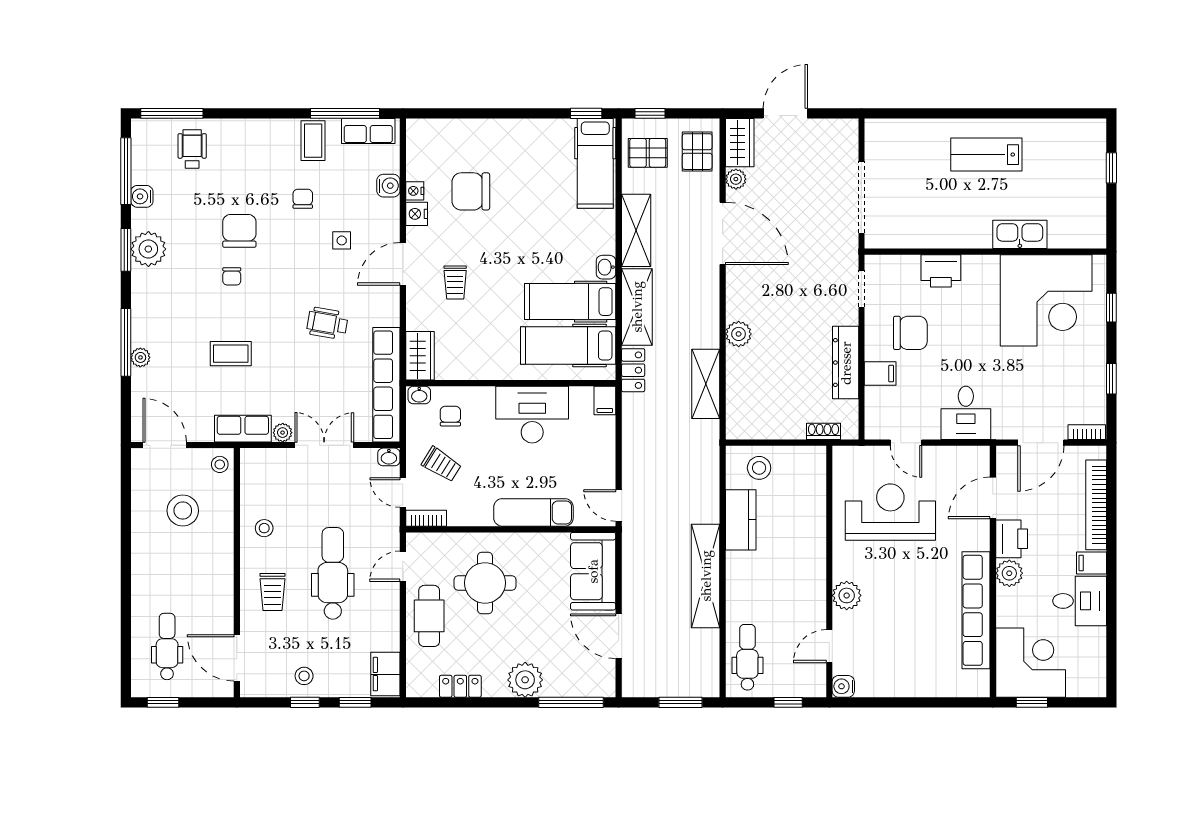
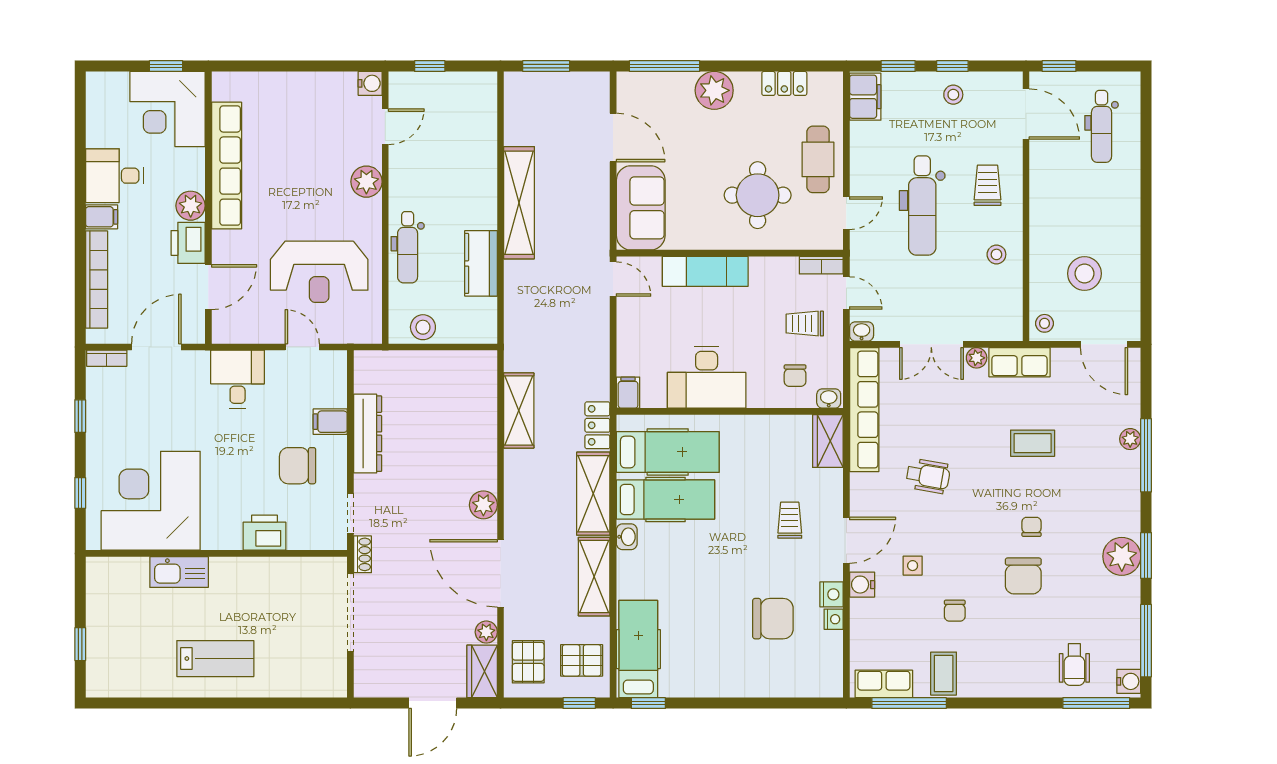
water cooler: (388, 186) -> (862, 585), moved
water cooler: (142, 196) -> (1129, 681), moved
plant: (739, 334) -> (483, 505), moved
shoe rack: (824, 431) -> (363, 554), moved, turned -90
trolley: (441, 464) -> (805, 324), turned -32
stool: (759, 468) -> (423, 327), moved
dental chair: (747, 657) -> (408, 247), moved
window: (163, 702) -> (1059, 66), moved

